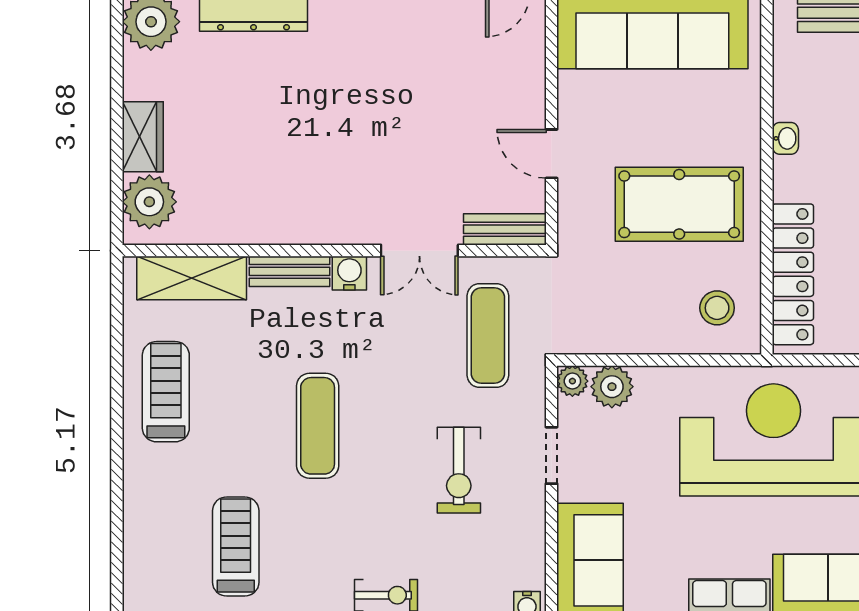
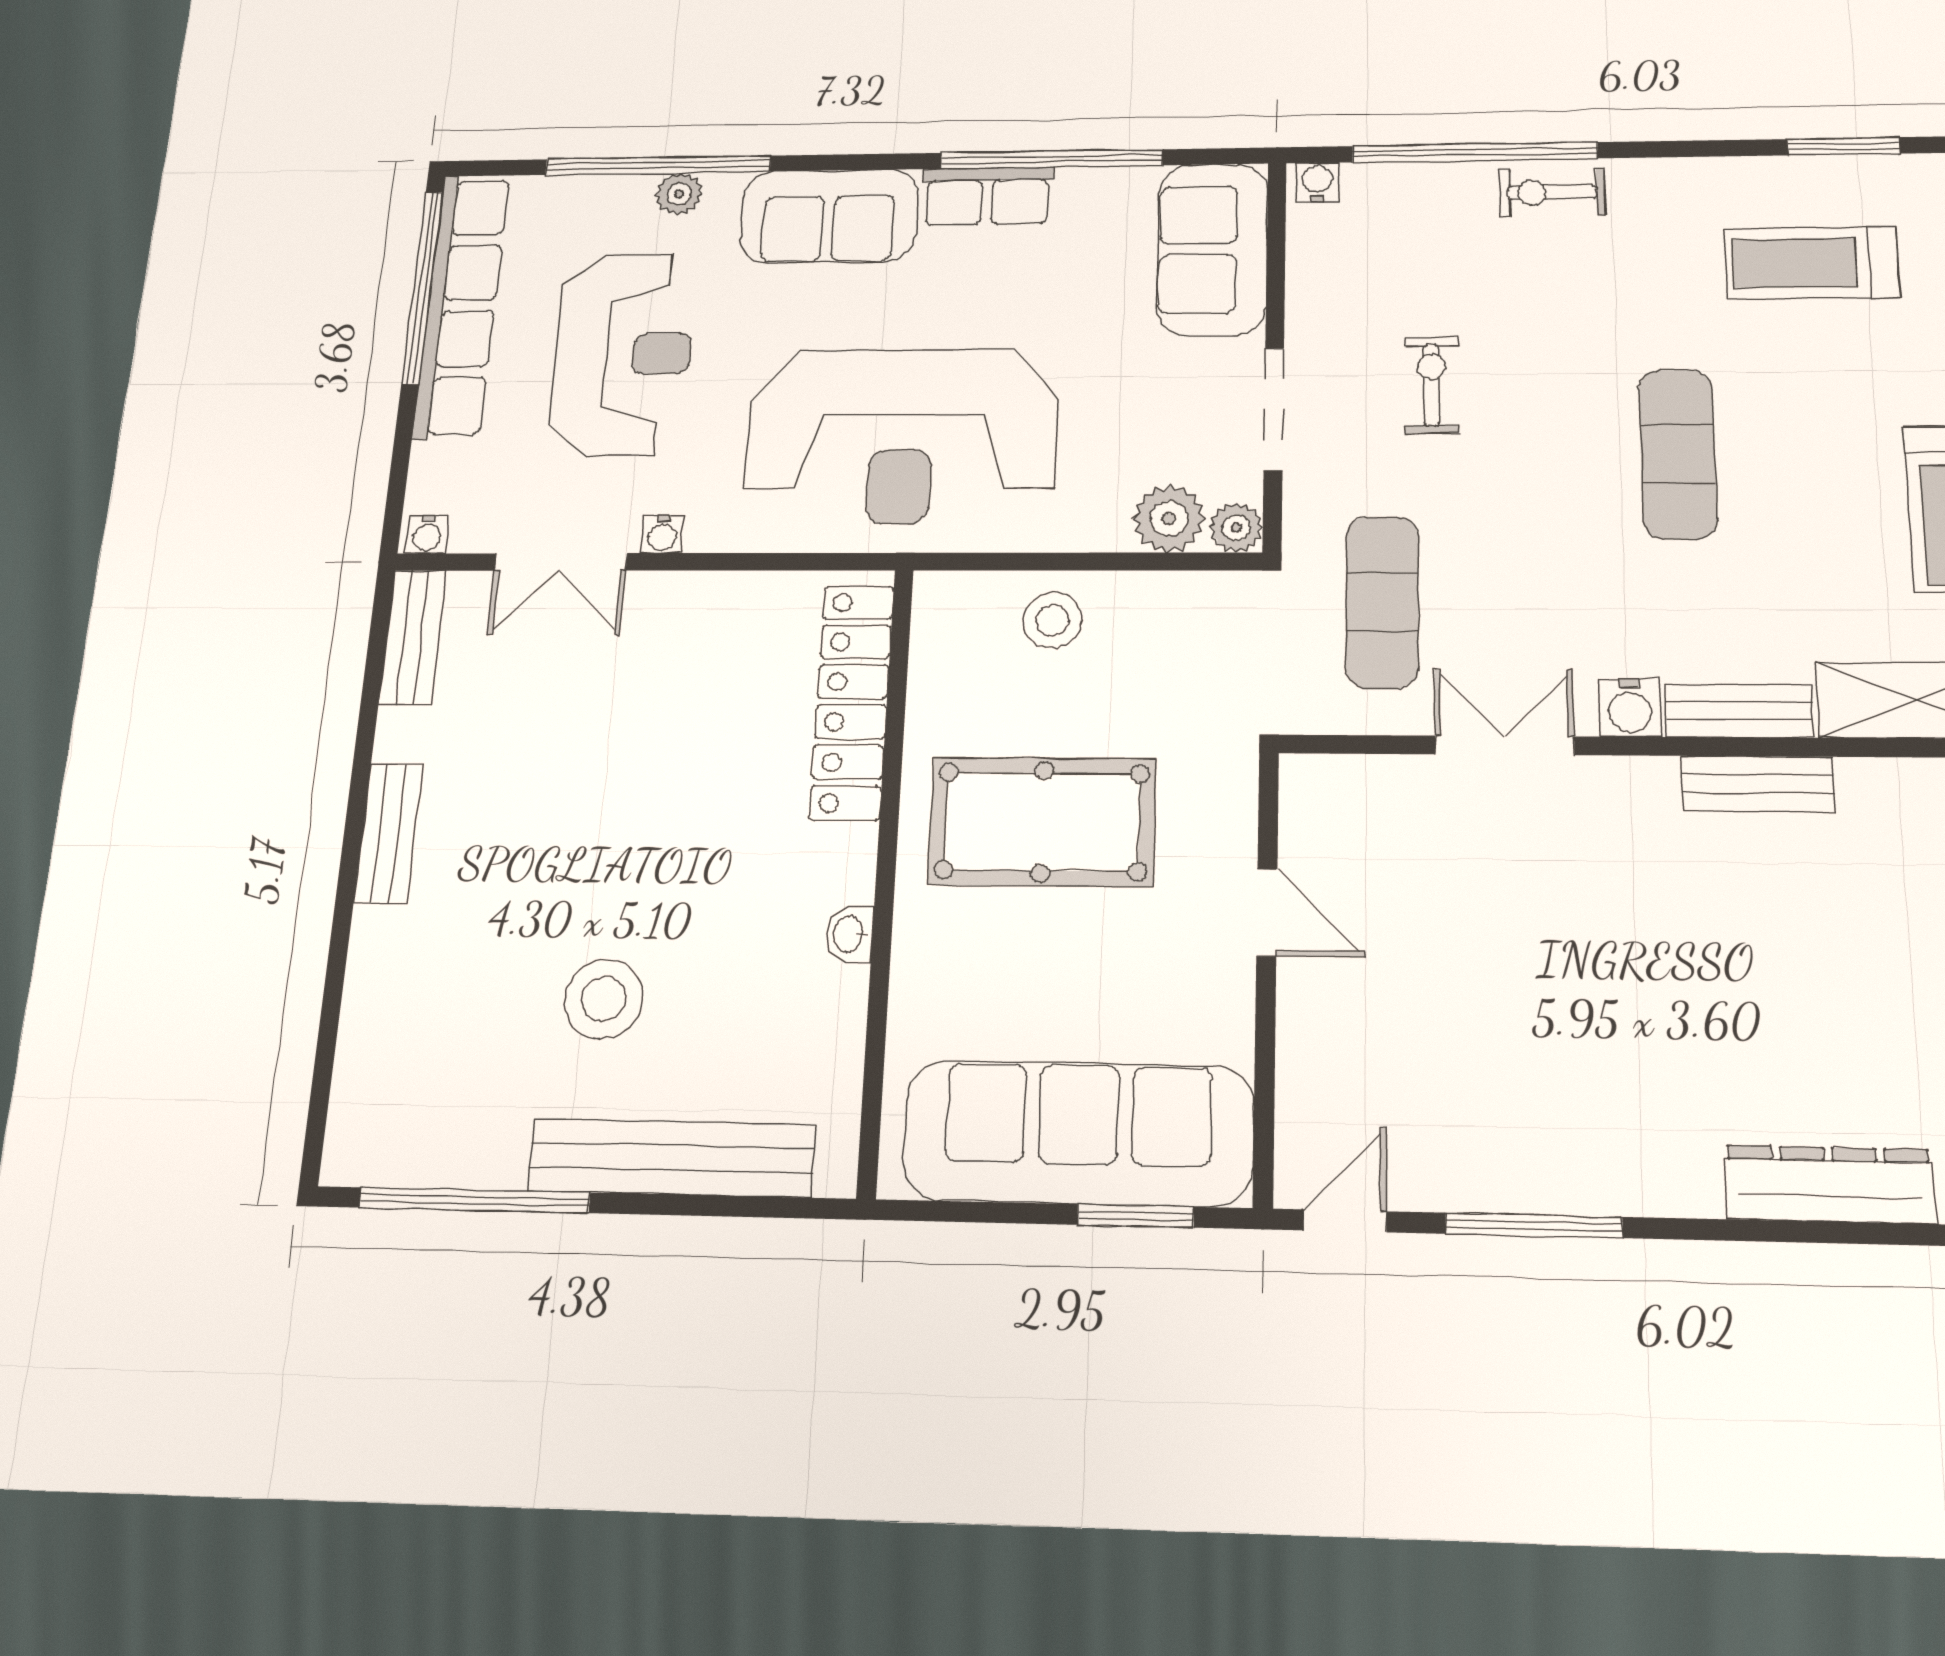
bench: (505, 229) -> (1757, 784), moved
stool: (717, 308) -> (1053, 620), moved
doorway: (551, 455) -> (1274, 409), width x1.38
exercise bike: (459, 470) -> (1432, 385), width x0.73, depth x0.72
treadmill: (236, 547) -> (1811, 263), turned 90

